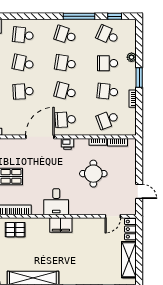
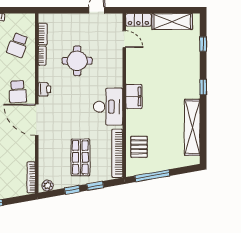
school desk: (108, 120) -> (18, 45), turned 42
desk: (56, 202) -> (108, 107), width x1.37

